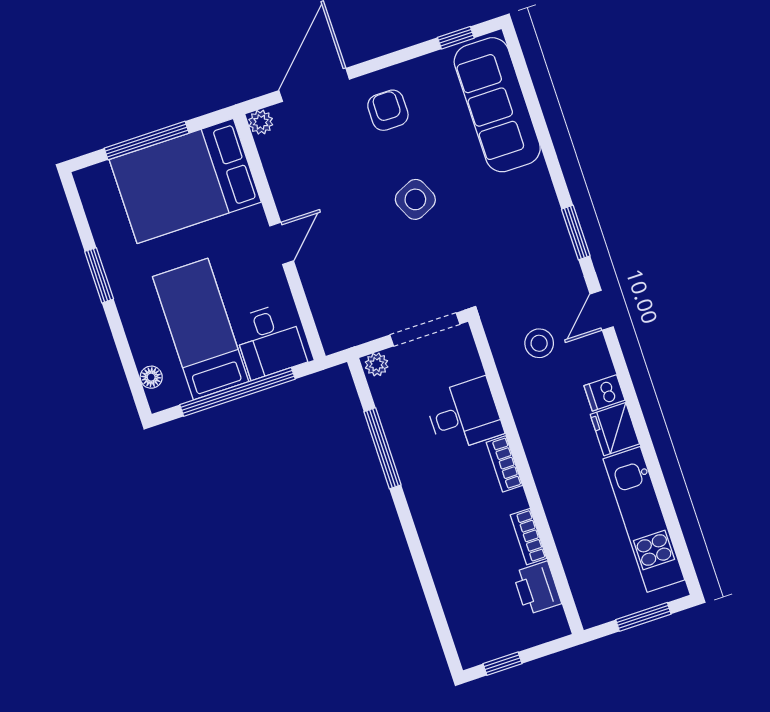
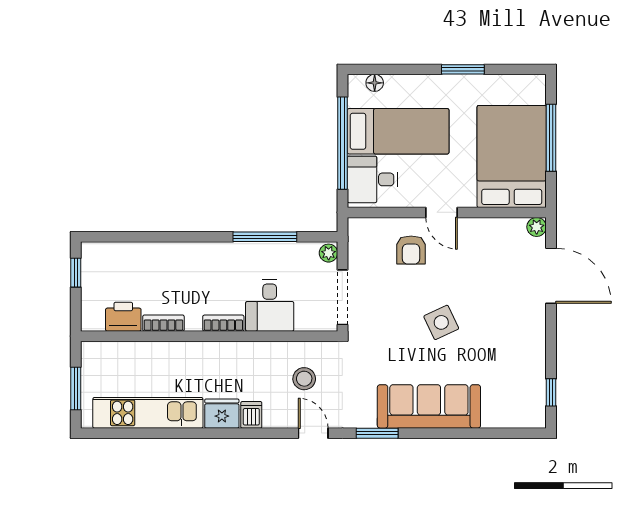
sofa: (497, 105) -> (429, 406), moved
armchair: (388, 110) -> (411, 250), moved, turned 90

